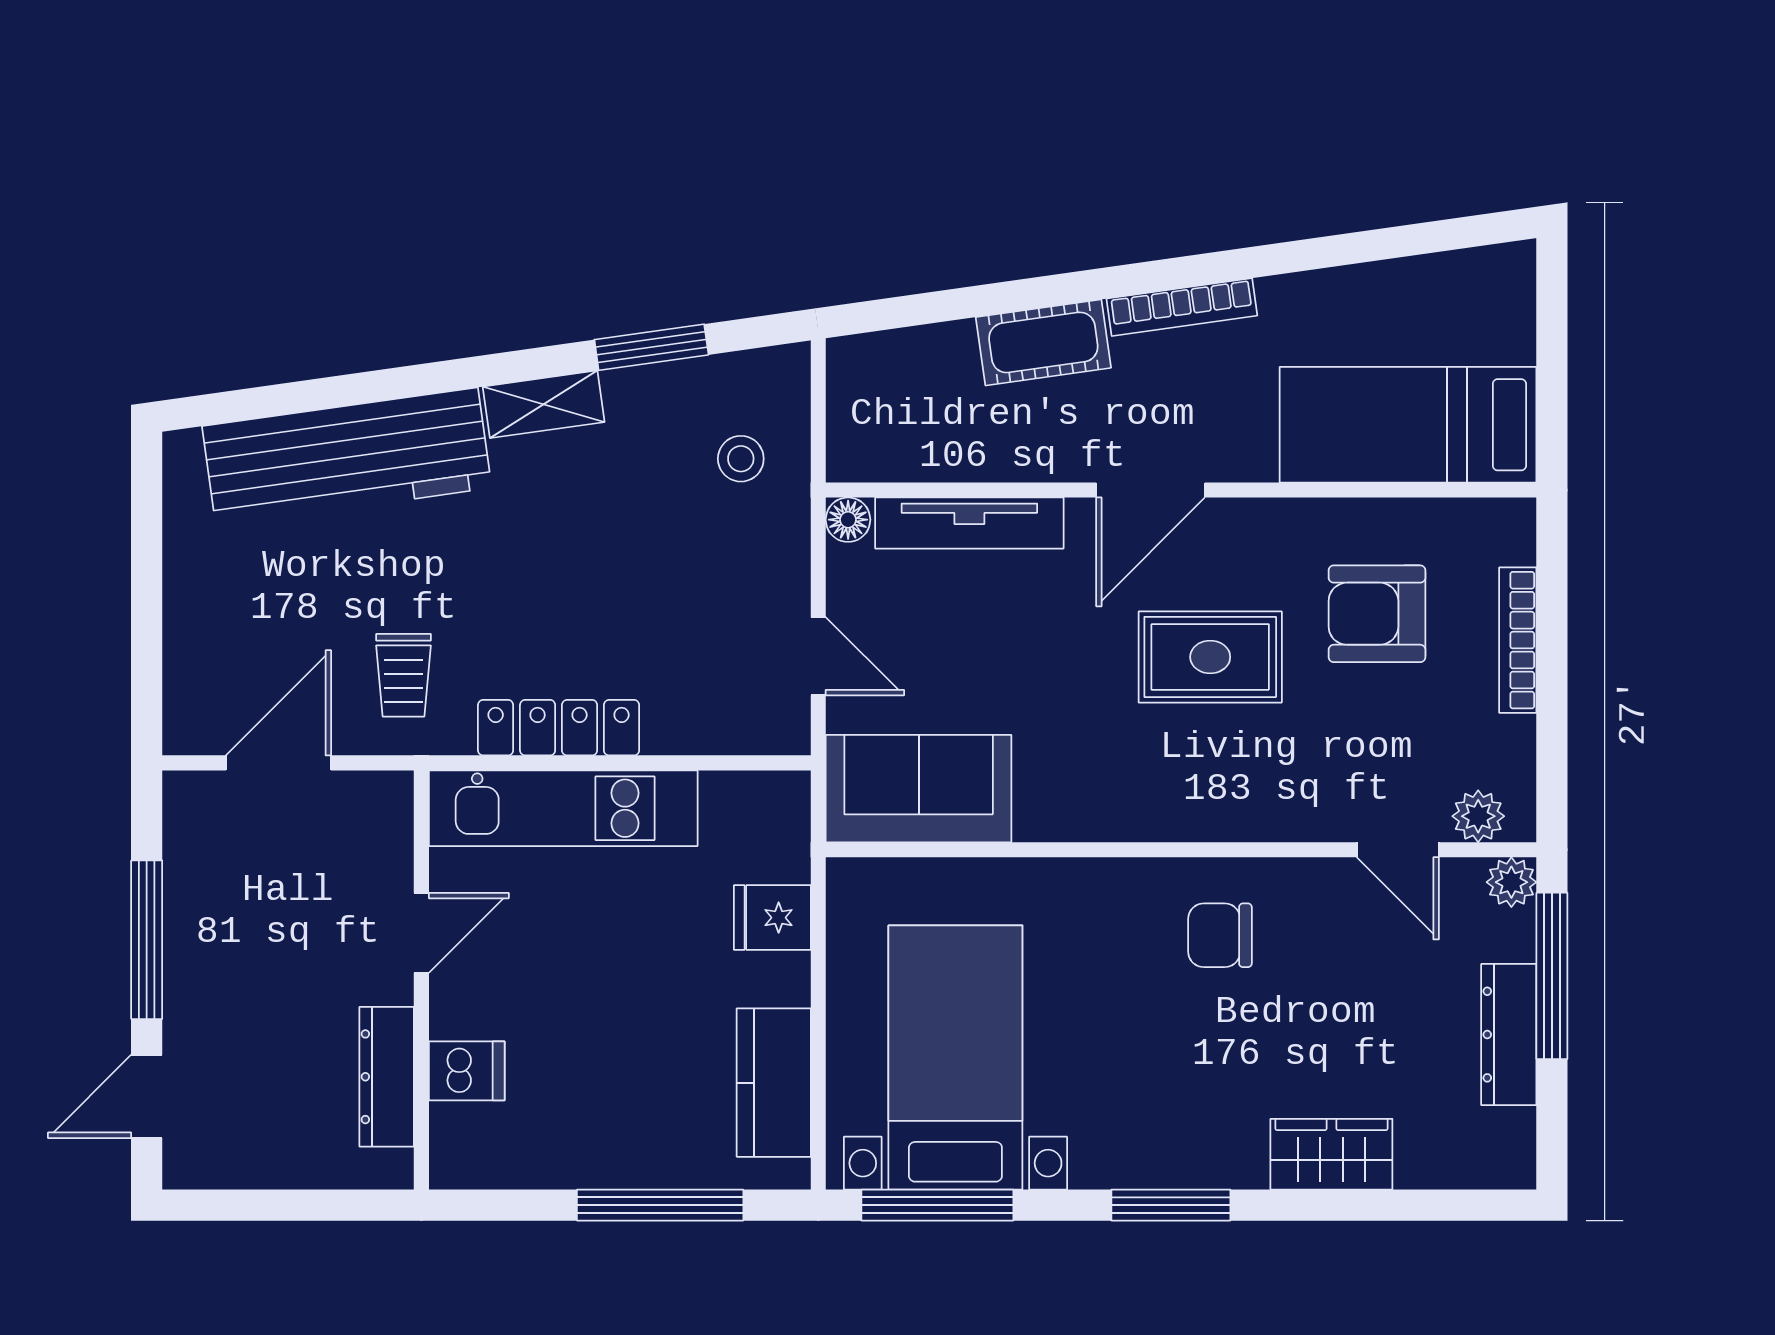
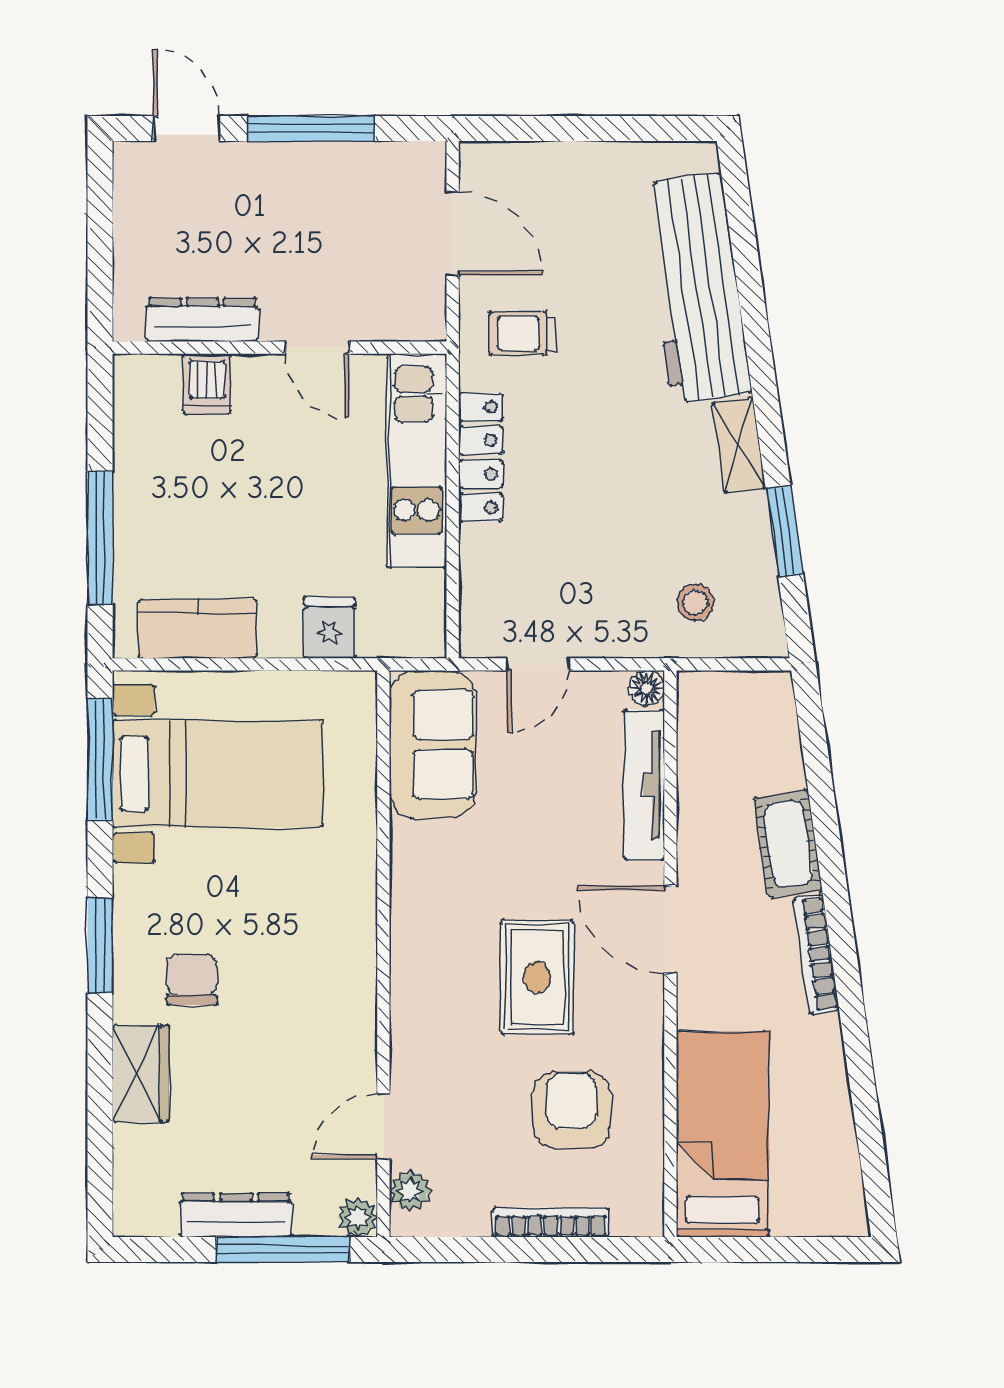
chair: (1220, 935) -> (192, 980), moved

